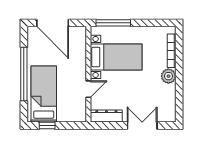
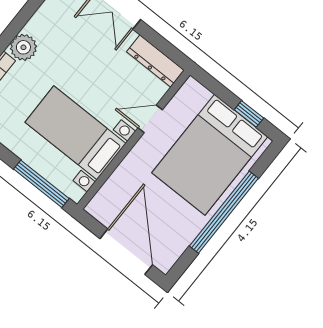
bed: (44, 94) -> (210, 155), width x1.50

